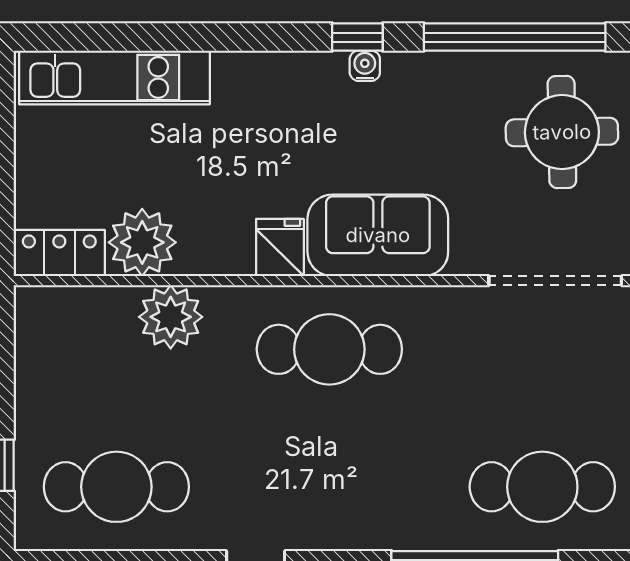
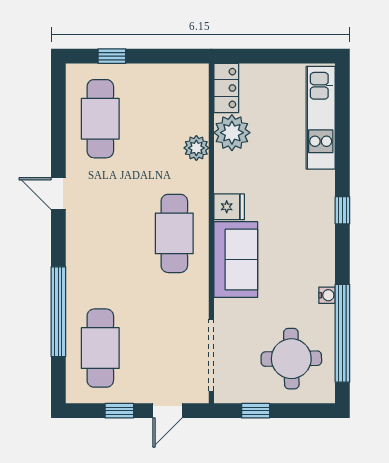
window: (357, 37) -> (342, 210), moved
water cooler: (365, 66) -> (327, 295), moved
plant: (171, 317) -> (196, 148), width x0.73, depth x0.73

